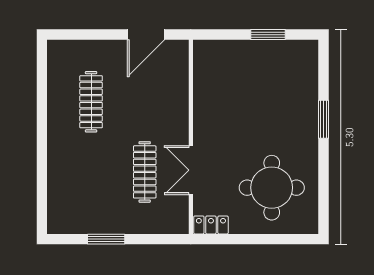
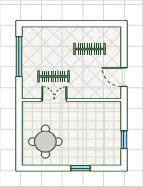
locker: (211, 225) -> (26, 110), removed
window: (106, 239) -> (19, 57), width x2.11

